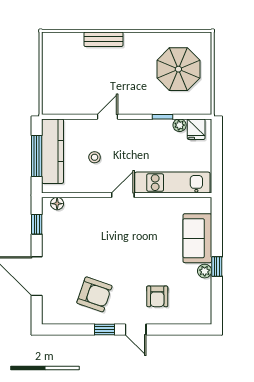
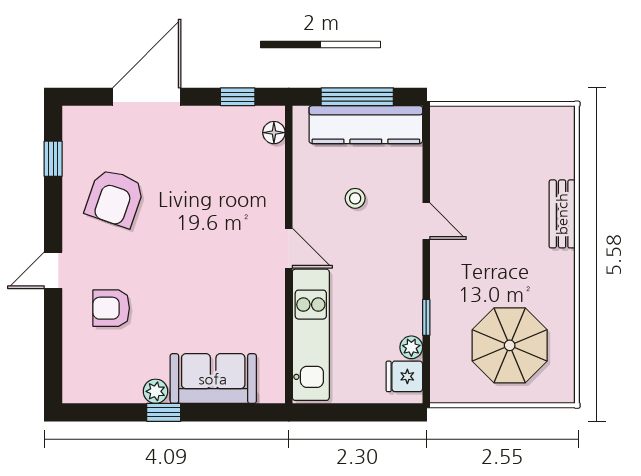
window: (105, 329) -> (53, 159), moved

